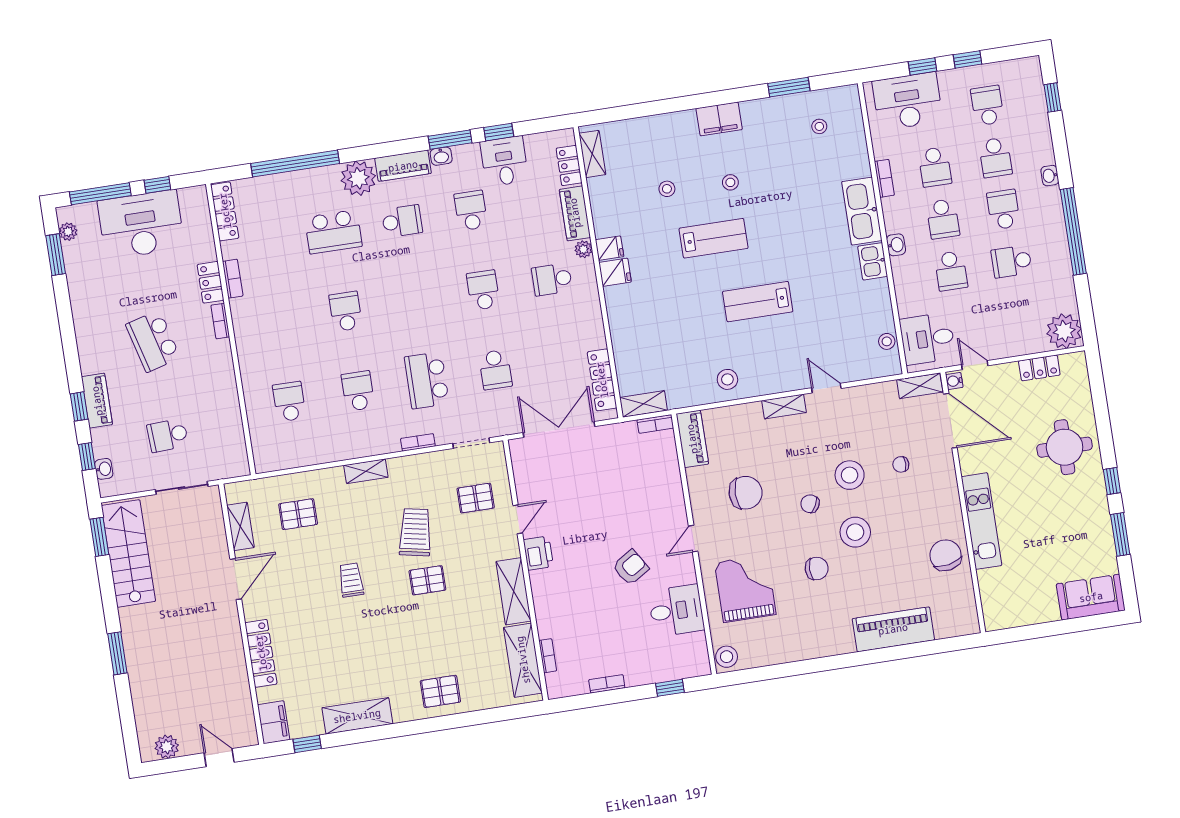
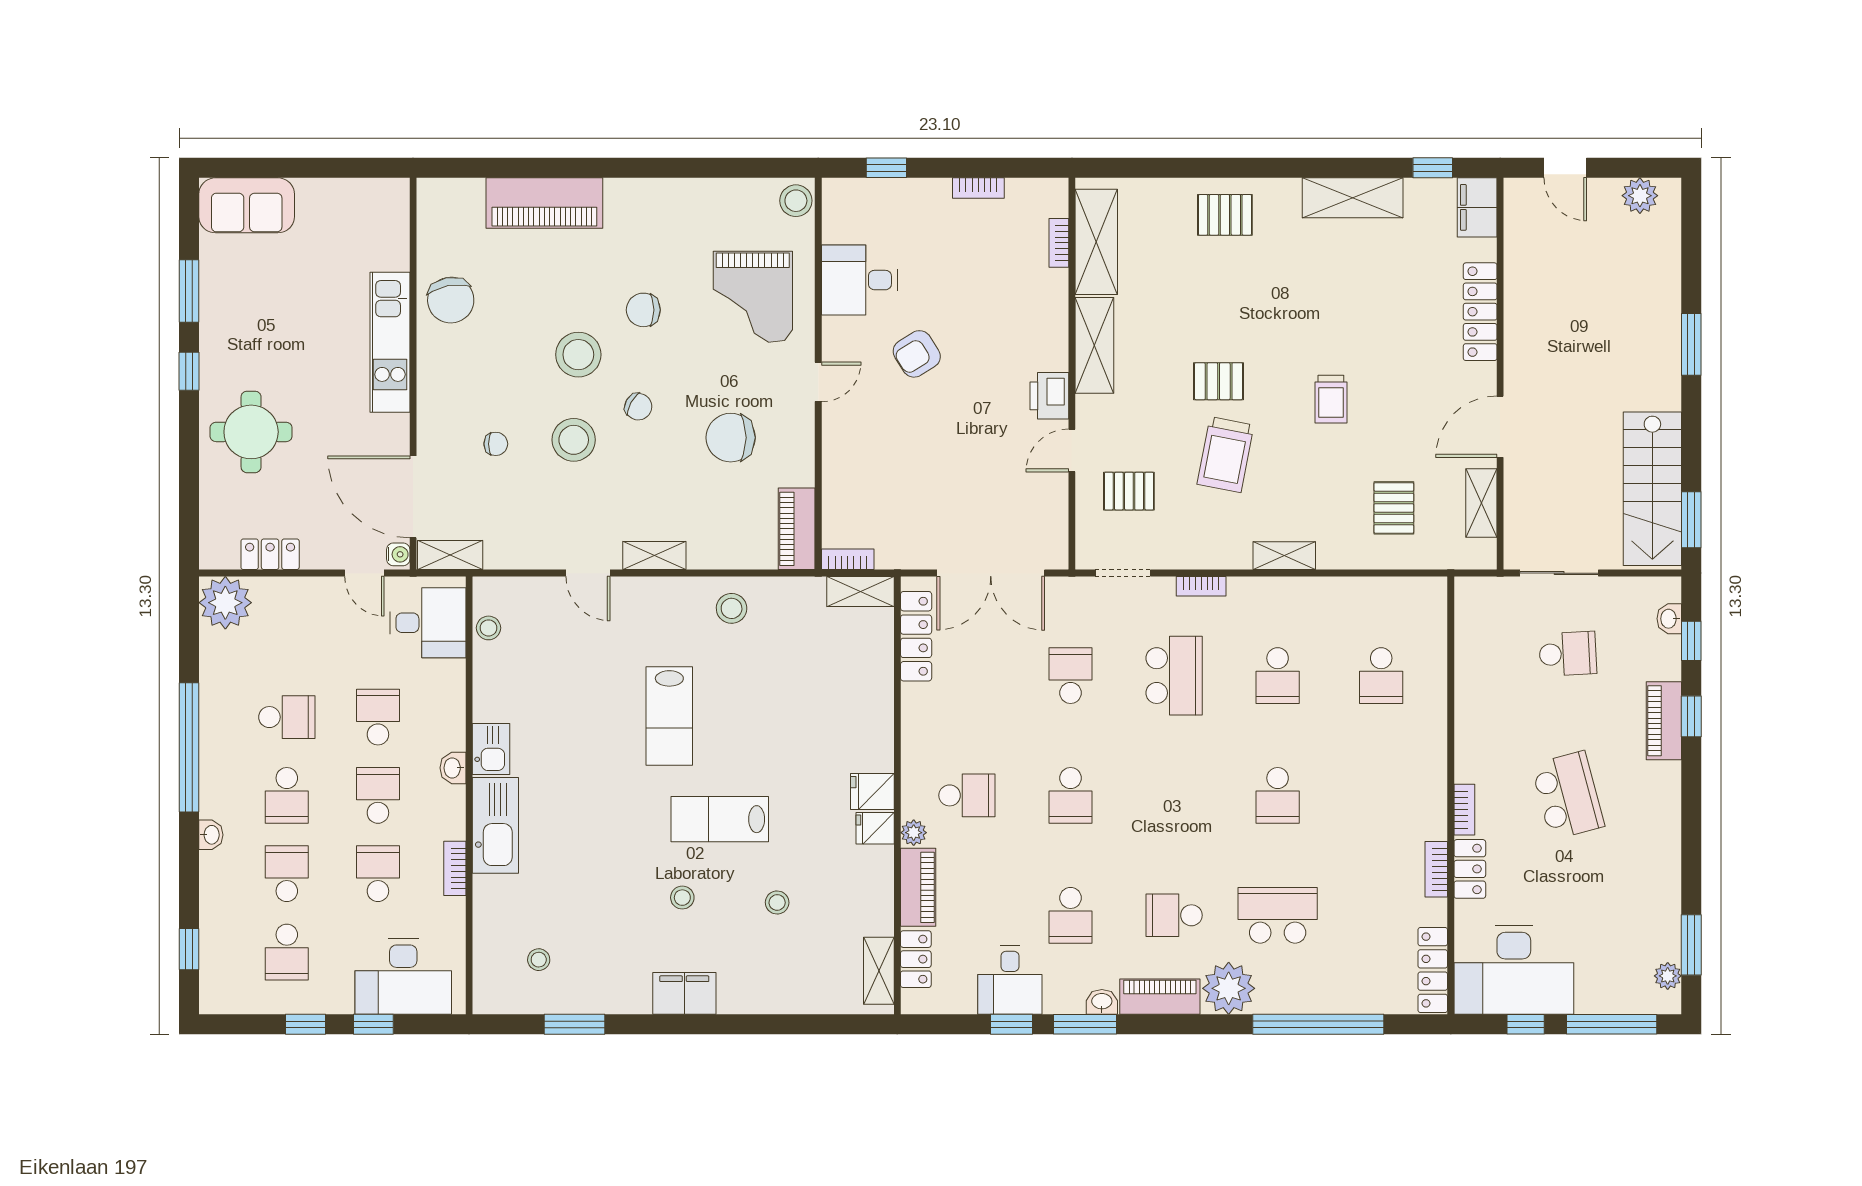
desk: (141, 225) -> (1514, 970), moved
lab bench: (758, 302) -> (669, 716), turned 90
pallet: (298, 514) -> (1394, 508), turned 90

